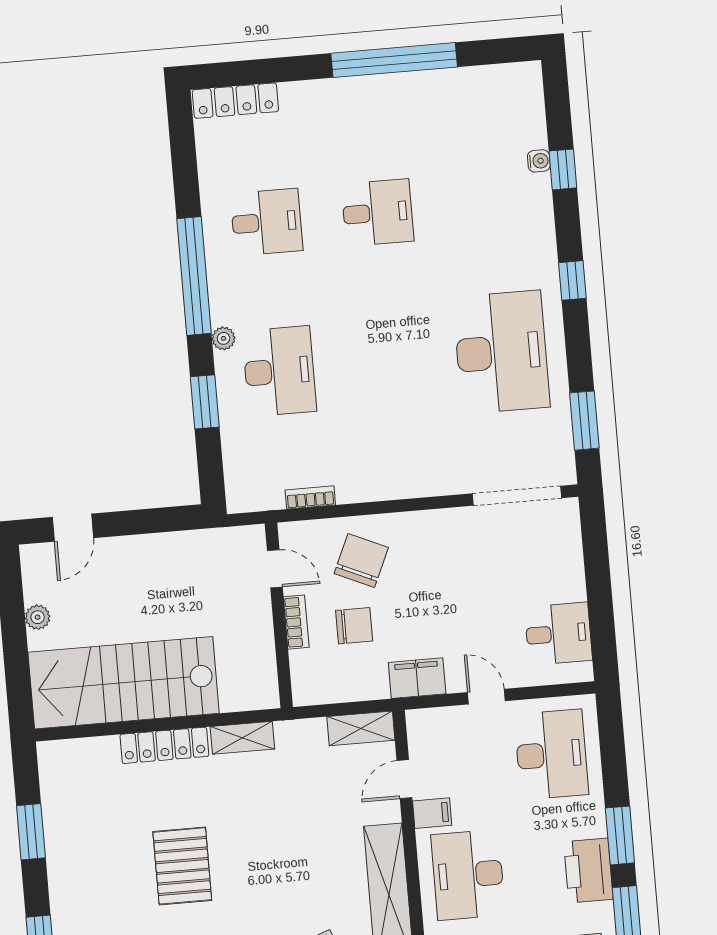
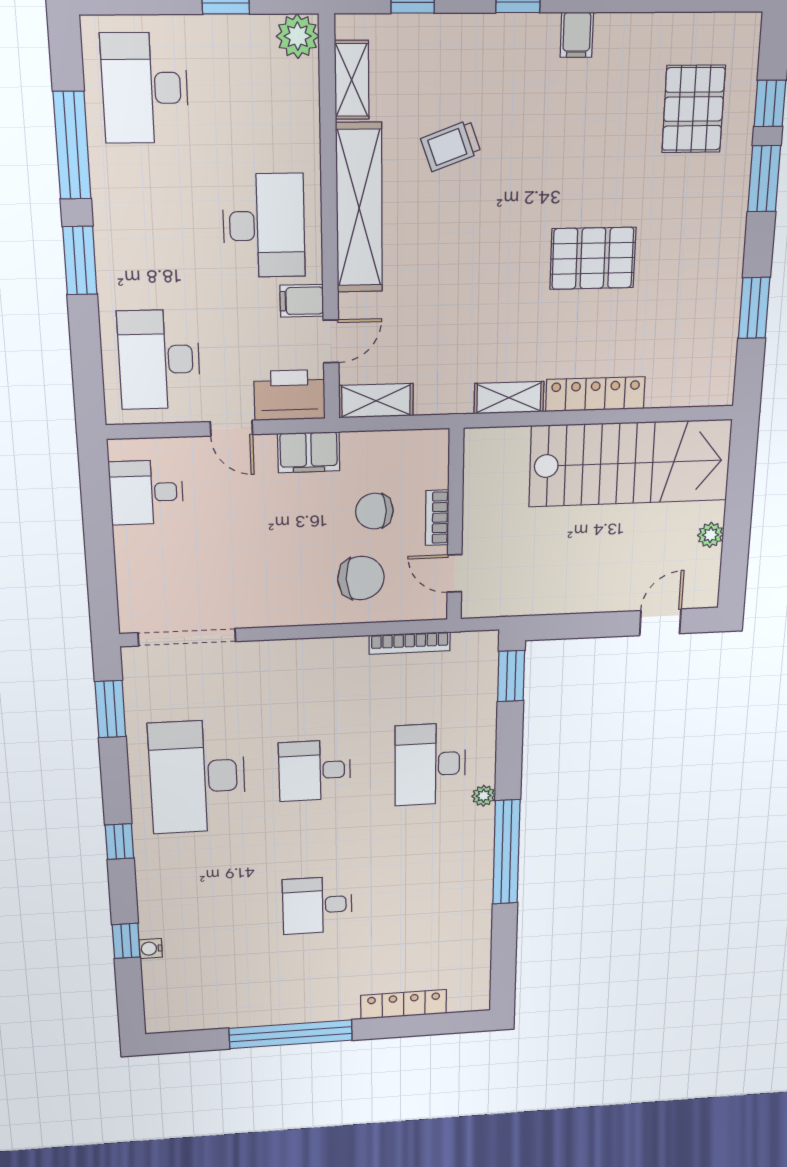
locker: (235, 101) -> (404, 1004), moved
desk: (267, 222) -> (315, 771), moved
window: (205, 402) -> (511, 676), moved
bookcase: (310, 497) -> (410, 643), width x1.56
chair: (361, 560) -> (361, 578), turned -116
pallet: (182, 866) -> (593, 258), turned 90
printer: (588, 870) -> (290, 395), moved, turned -90

